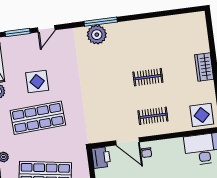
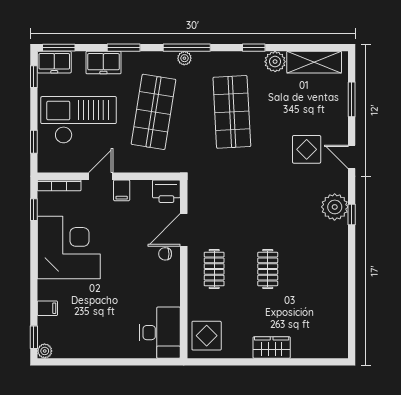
window: (101, 22) -> (352, 214), width x0.46
door: (46, 29) -> (352, 157), moved
display table: (37, 82) -> (307, 149), moved

